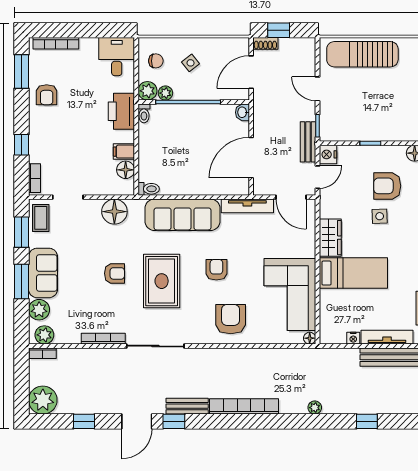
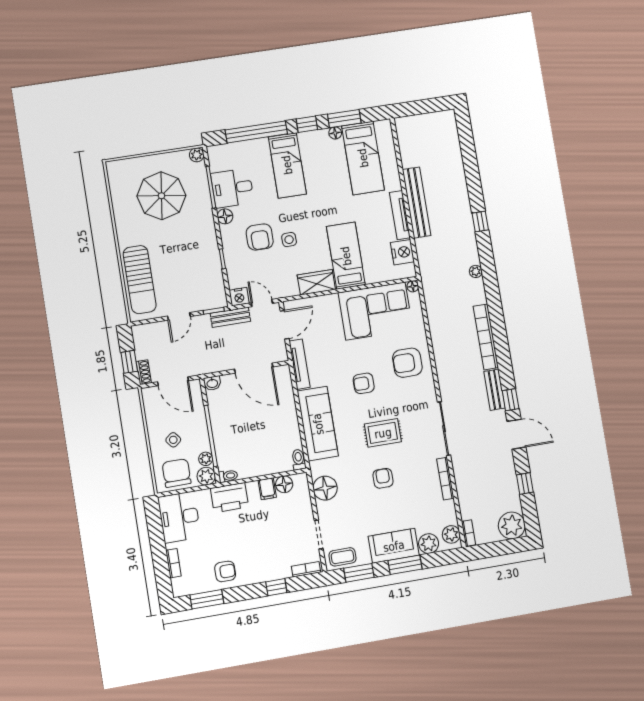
bookcase: (56, 43) -> (173, 563), width x0.64
desk: (117, 57) -> (179, 517), width x1.37
chair: (156, 61) -> (177, 473), width x1.87, depth x1.87
rug: (162, 281) -> (383, 433), width x0.73, depth x0.70
nightstand: (353, 338) -> (402, 252), width x1.89, depth x1.79

